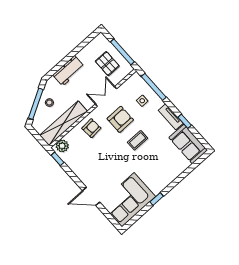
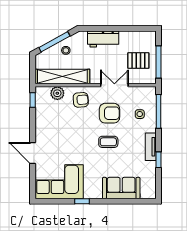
pallet: (107, 64) -> (138, 61), turned 90
sofa: (188, 144) -> (121, 188), moved, turned 90
plant: (62, 146) -> (57, 93), moved

